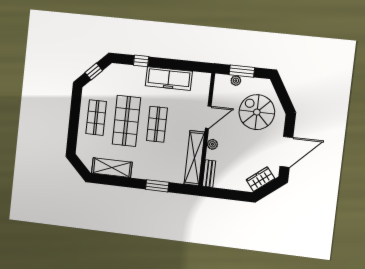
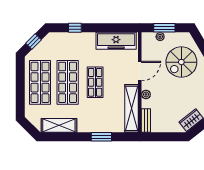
freezer: (169, 78) -> (116, 41), moved
spiral stairs: (257, 112) -> (181, 62), turned -90
shop shelf: (96, 118) -> (40, 82), width x1.43, depth x1.36

